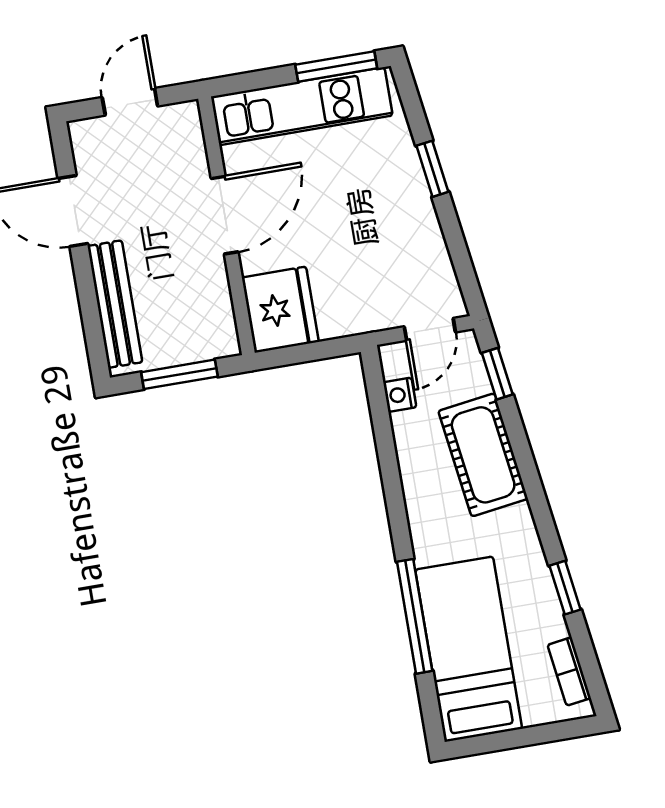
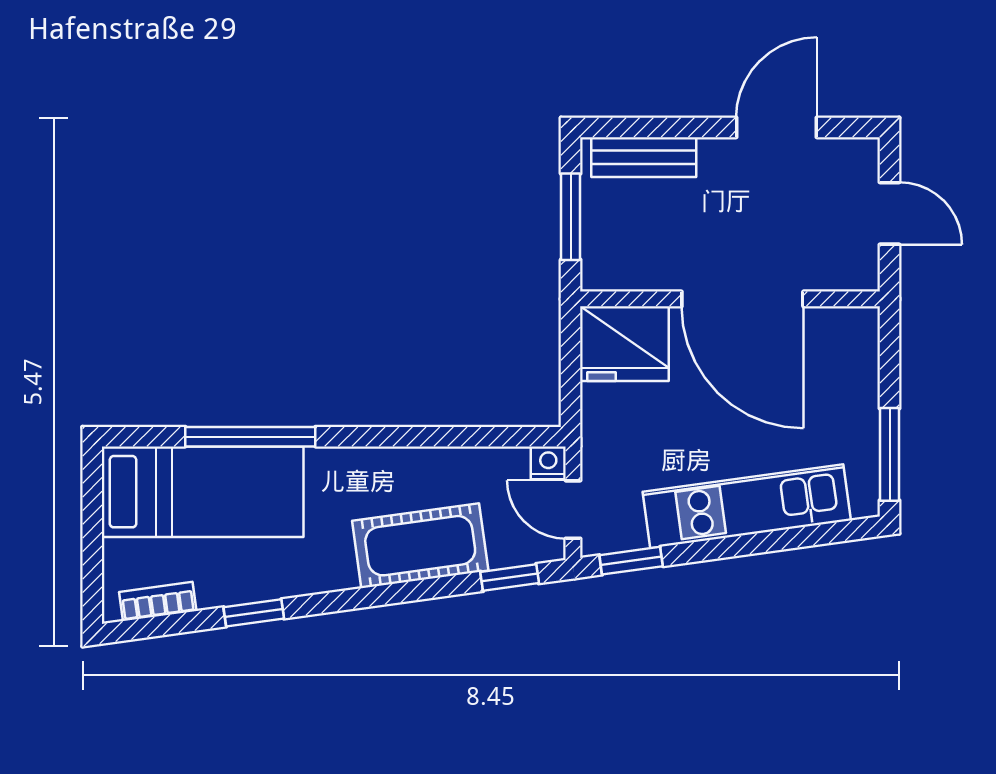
kitchen unit: (302, 106) -> (747, 506), moved, turned 82
window: (432, 169) -> (631, 561), moved
door: (225, 215) -> (742, 299), width x1.36
bench: (115, 304) -> (644, 157), width x0.73
nightstand: (400, 395) -> (548, 463), moved

